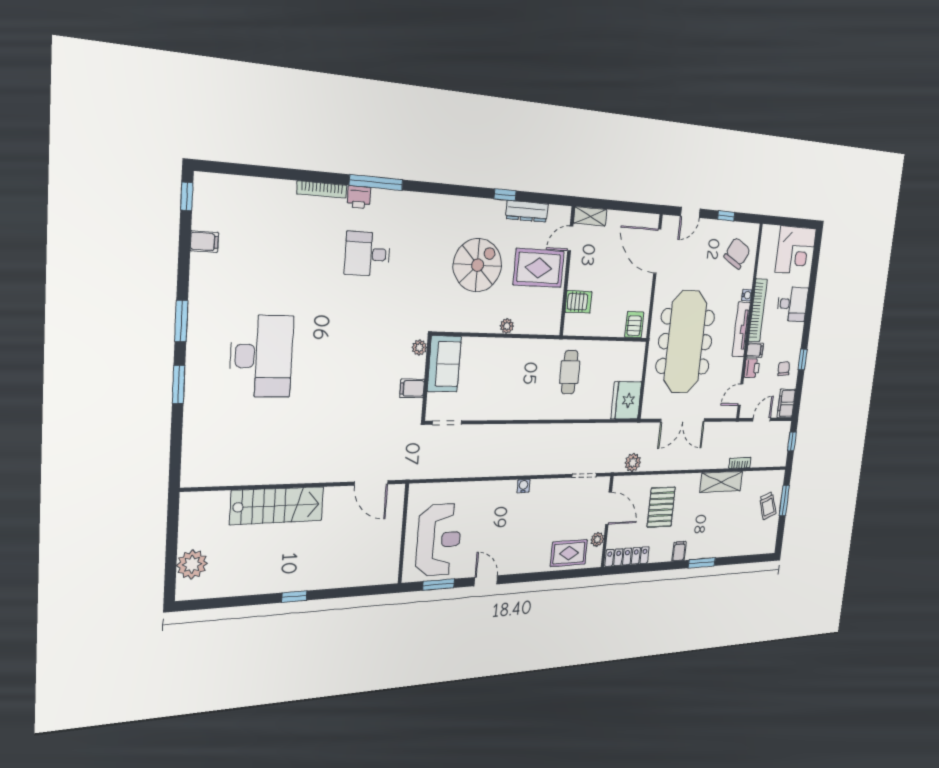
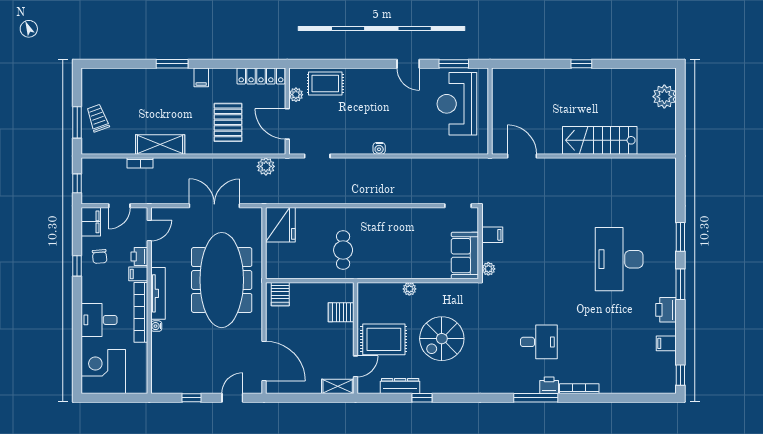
chair: (737, 253) -> (174, 365), removed
printer: (203, 287) -> (666, 310), added

